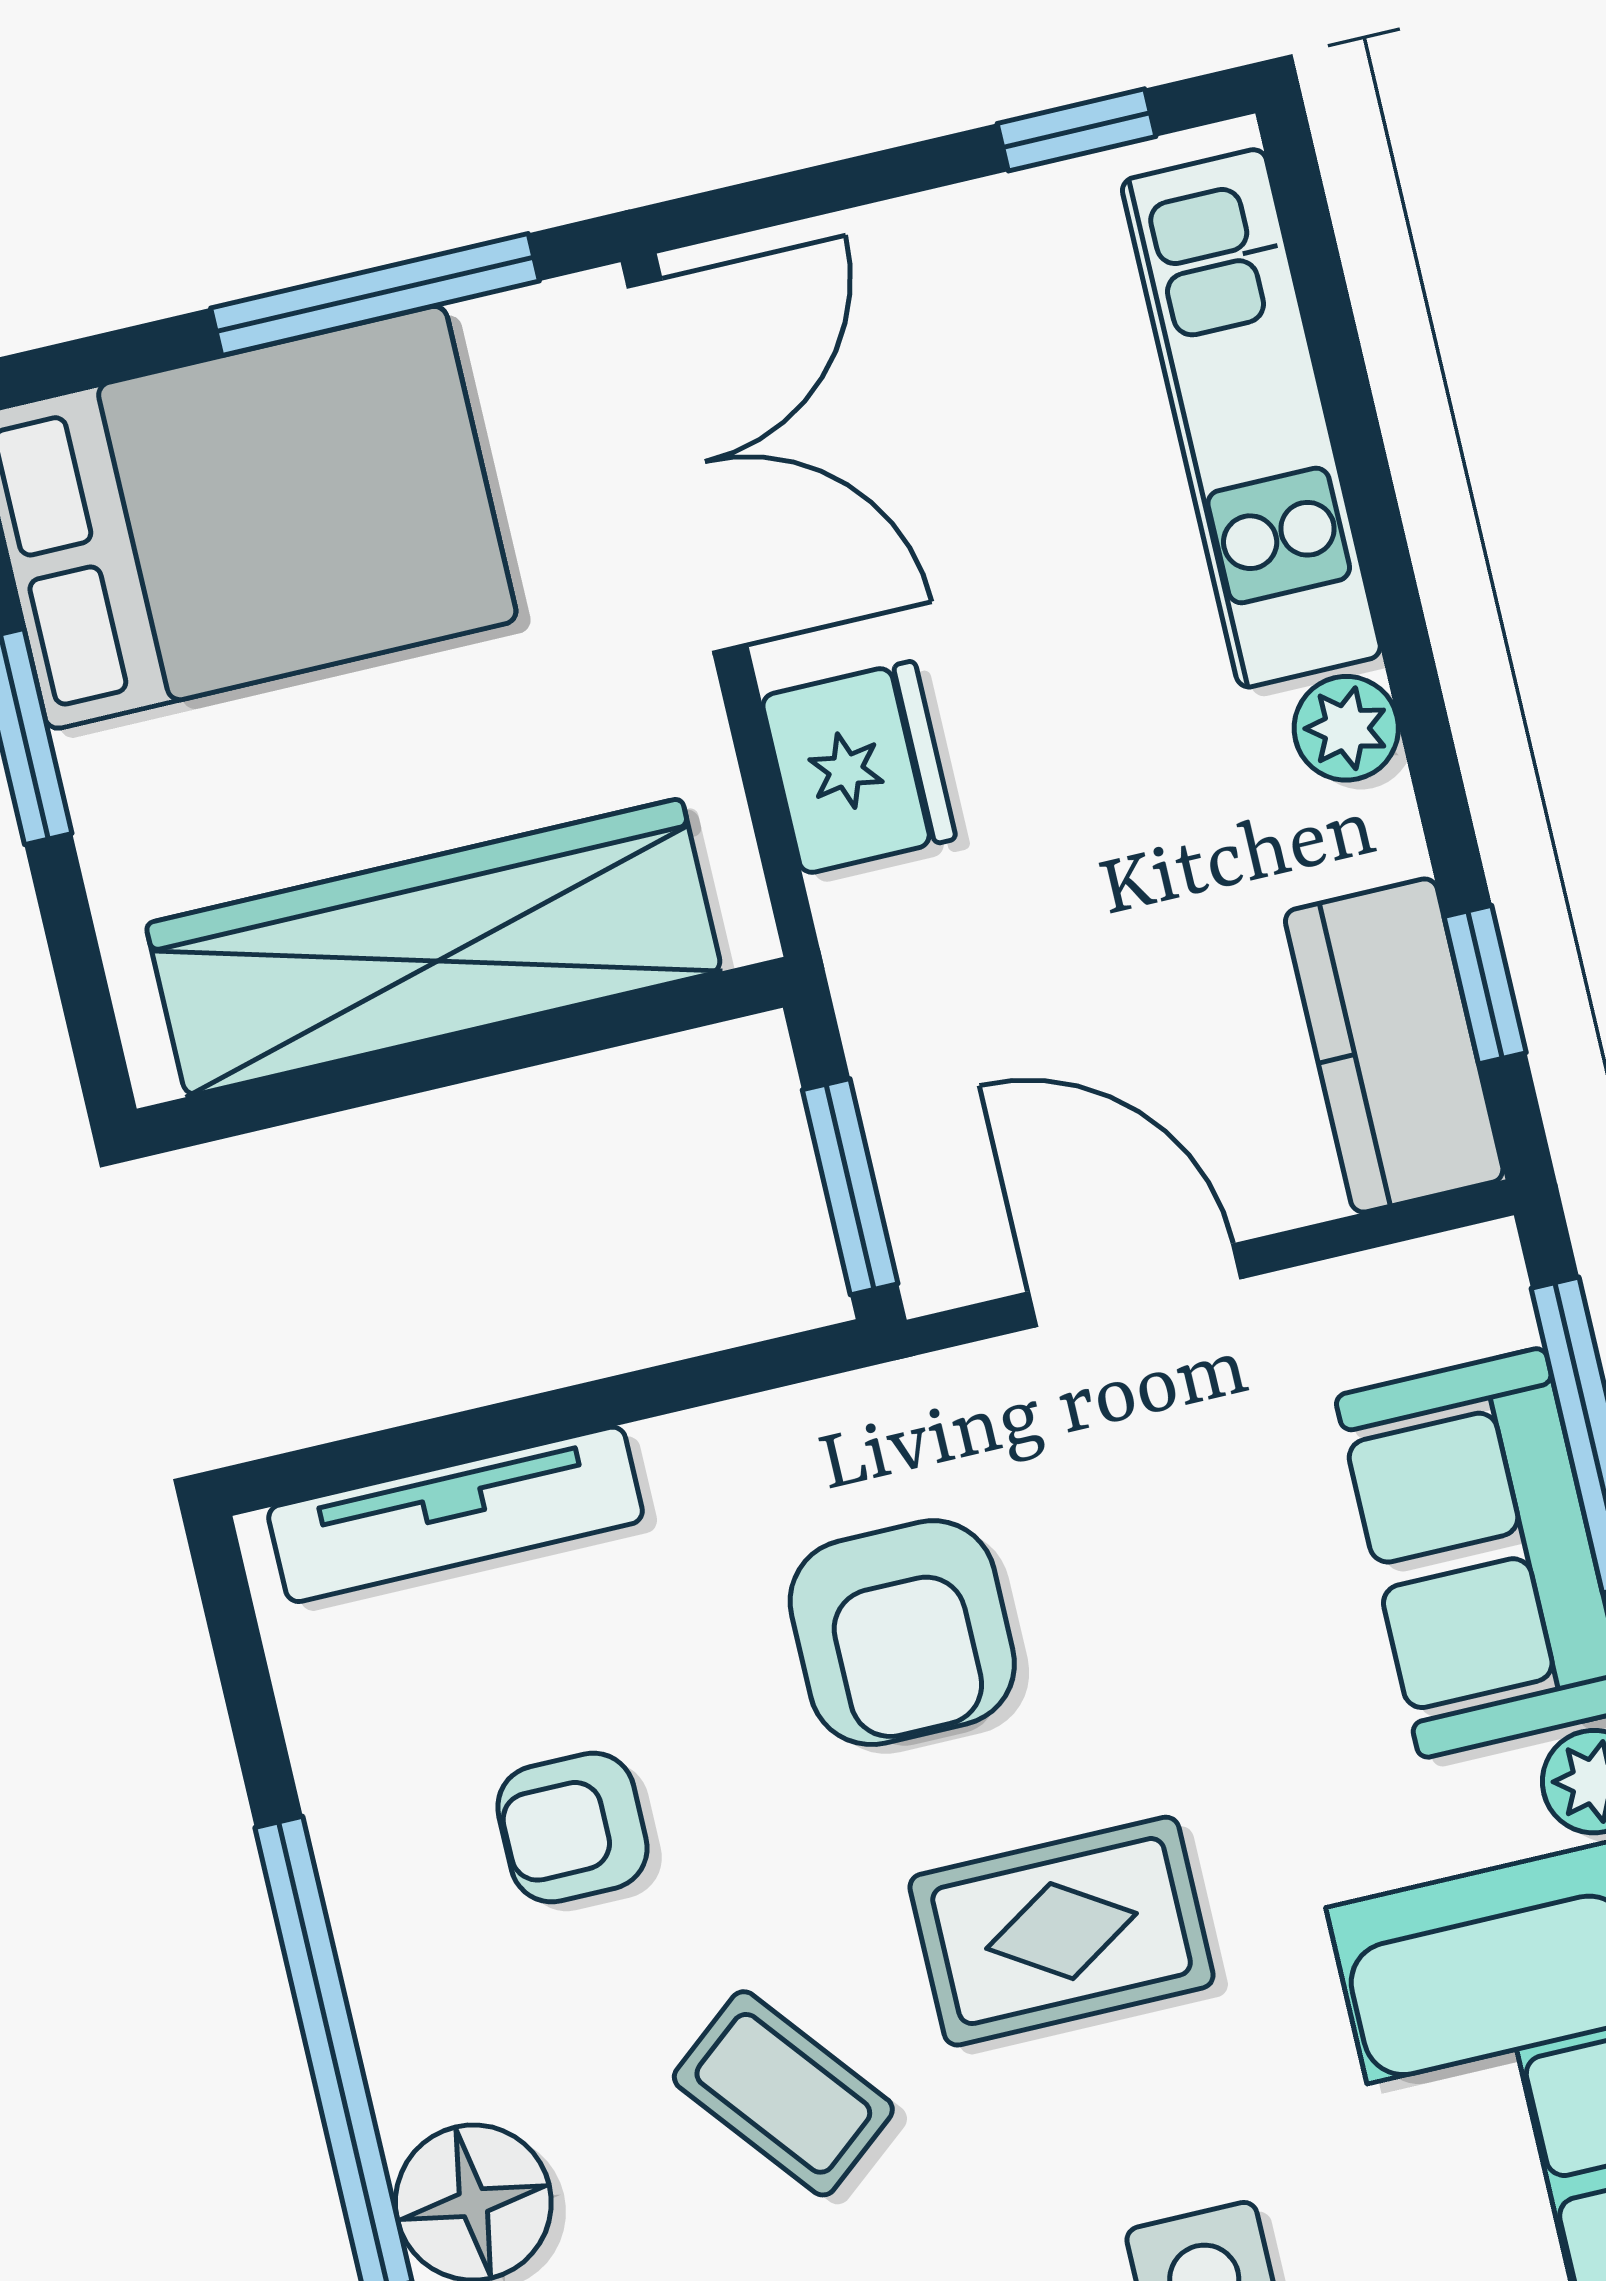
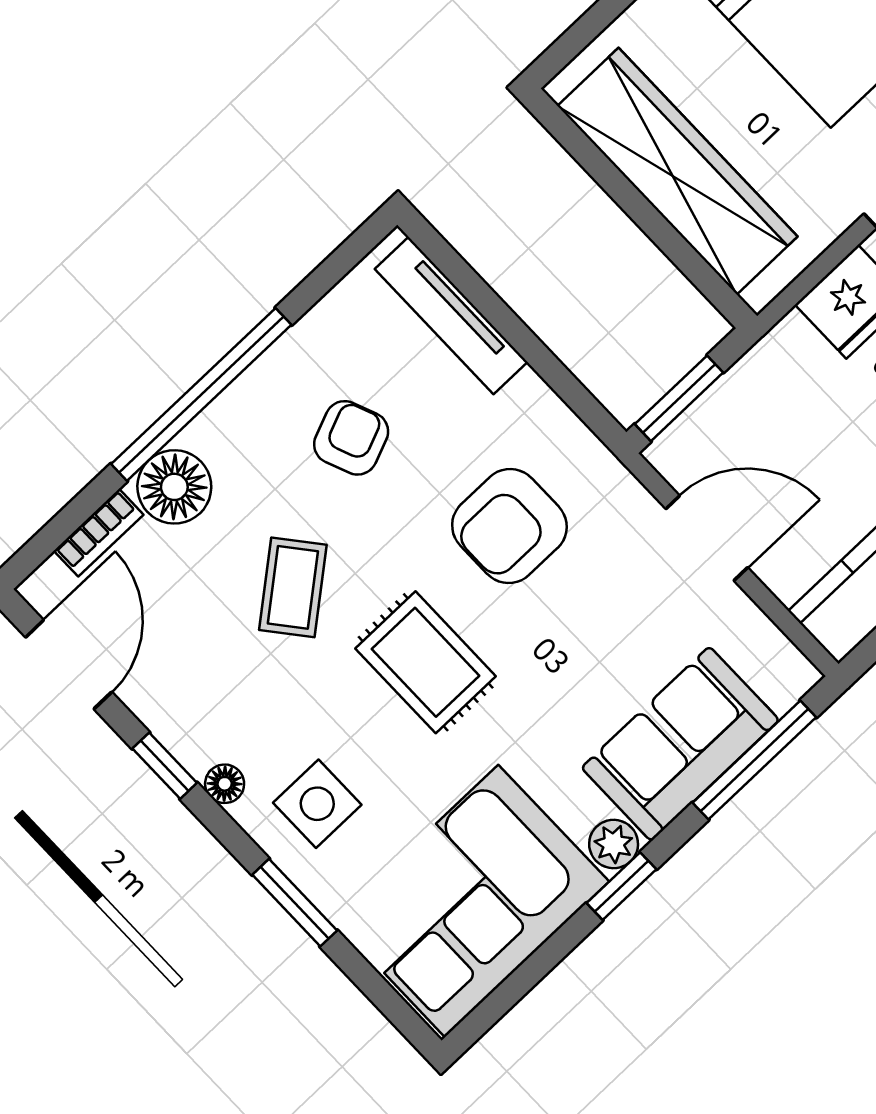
door: (1135, 1285) -> (707, 538), hinge flipped
armchair: (572, 1828) -> (351, 438), turned 68

